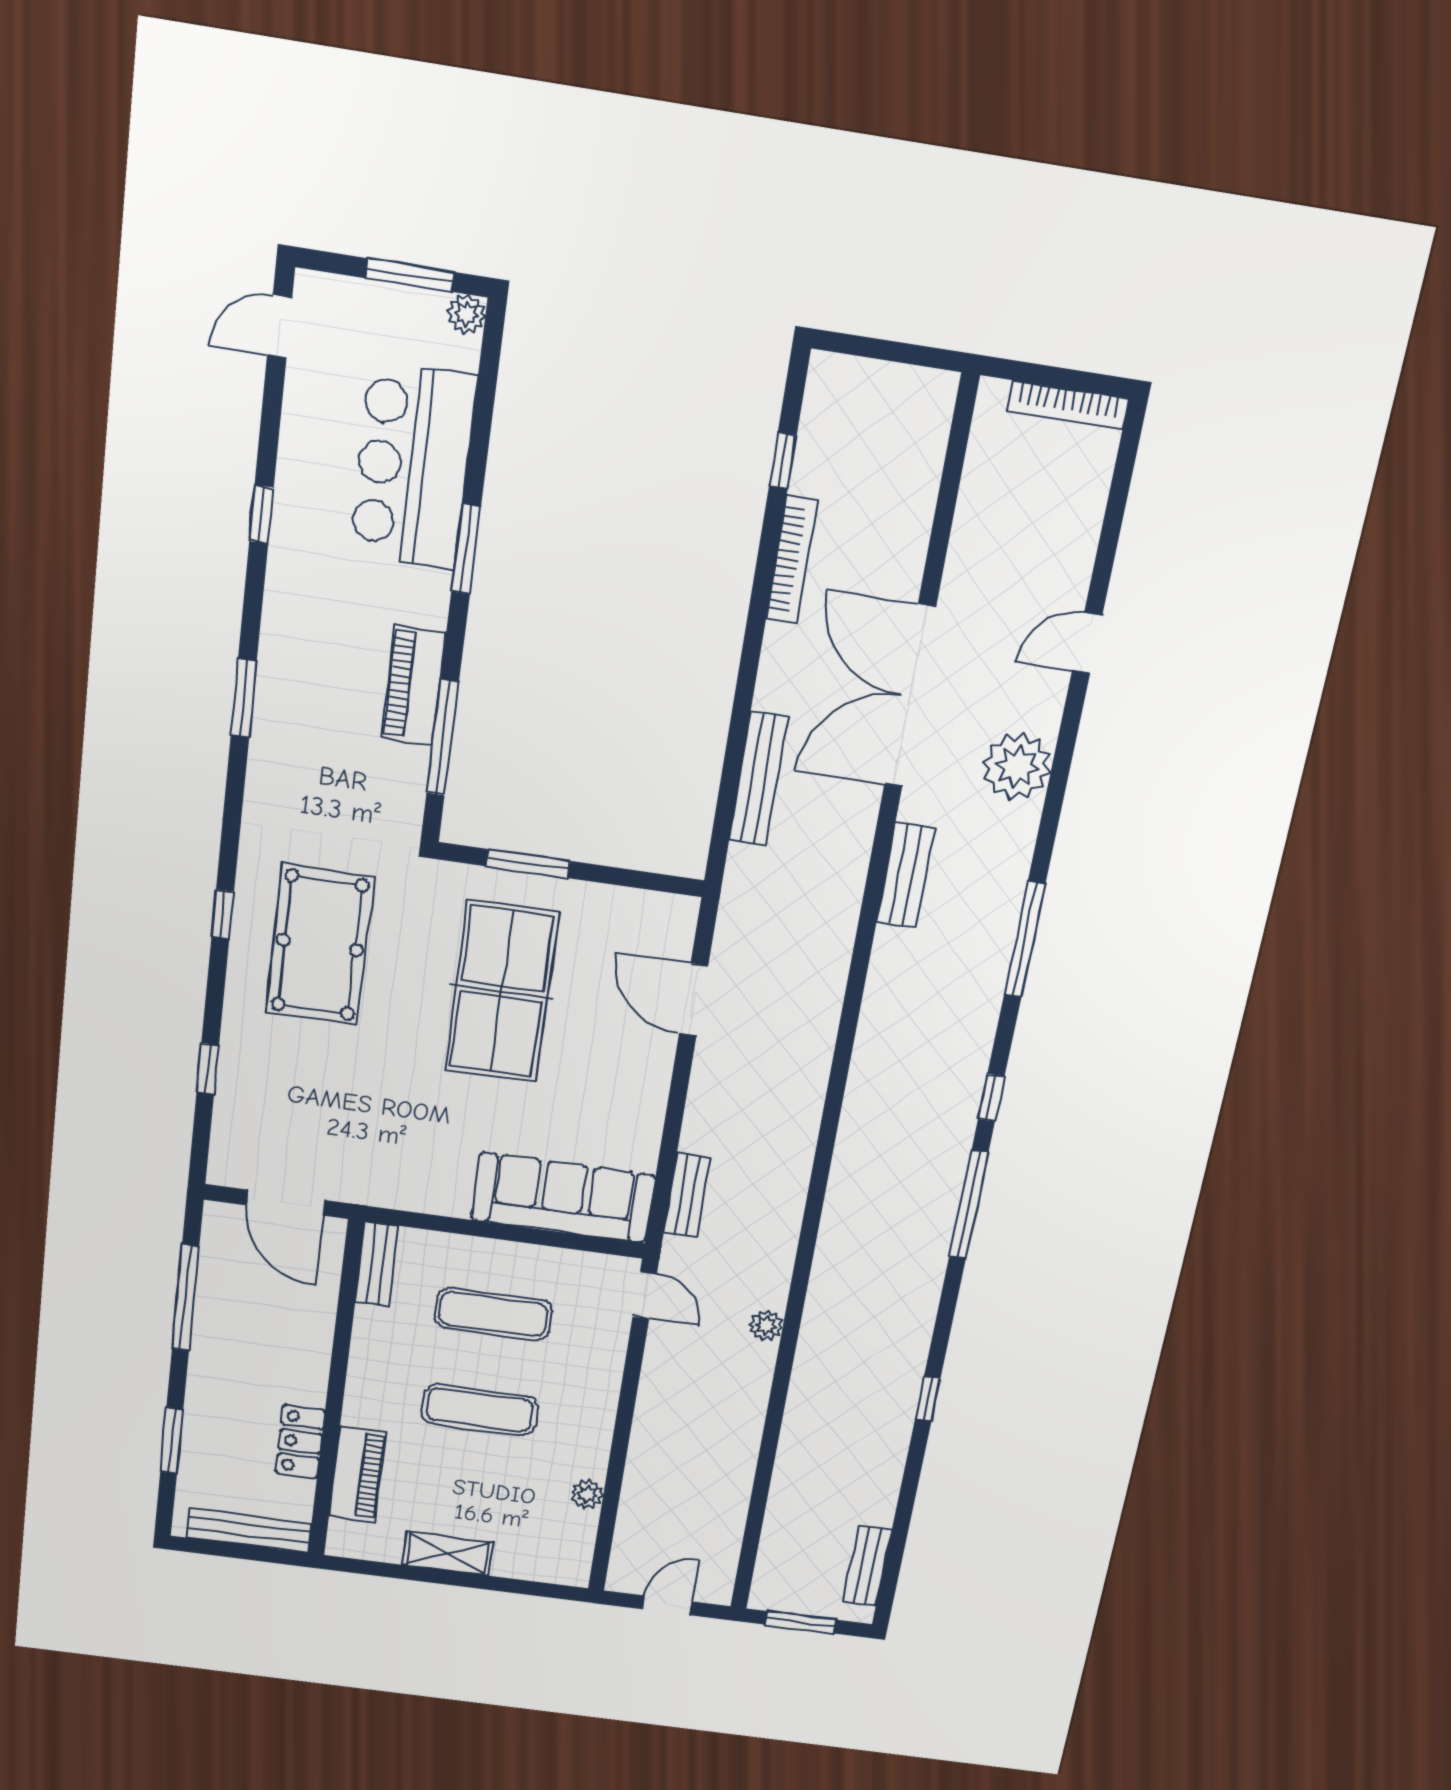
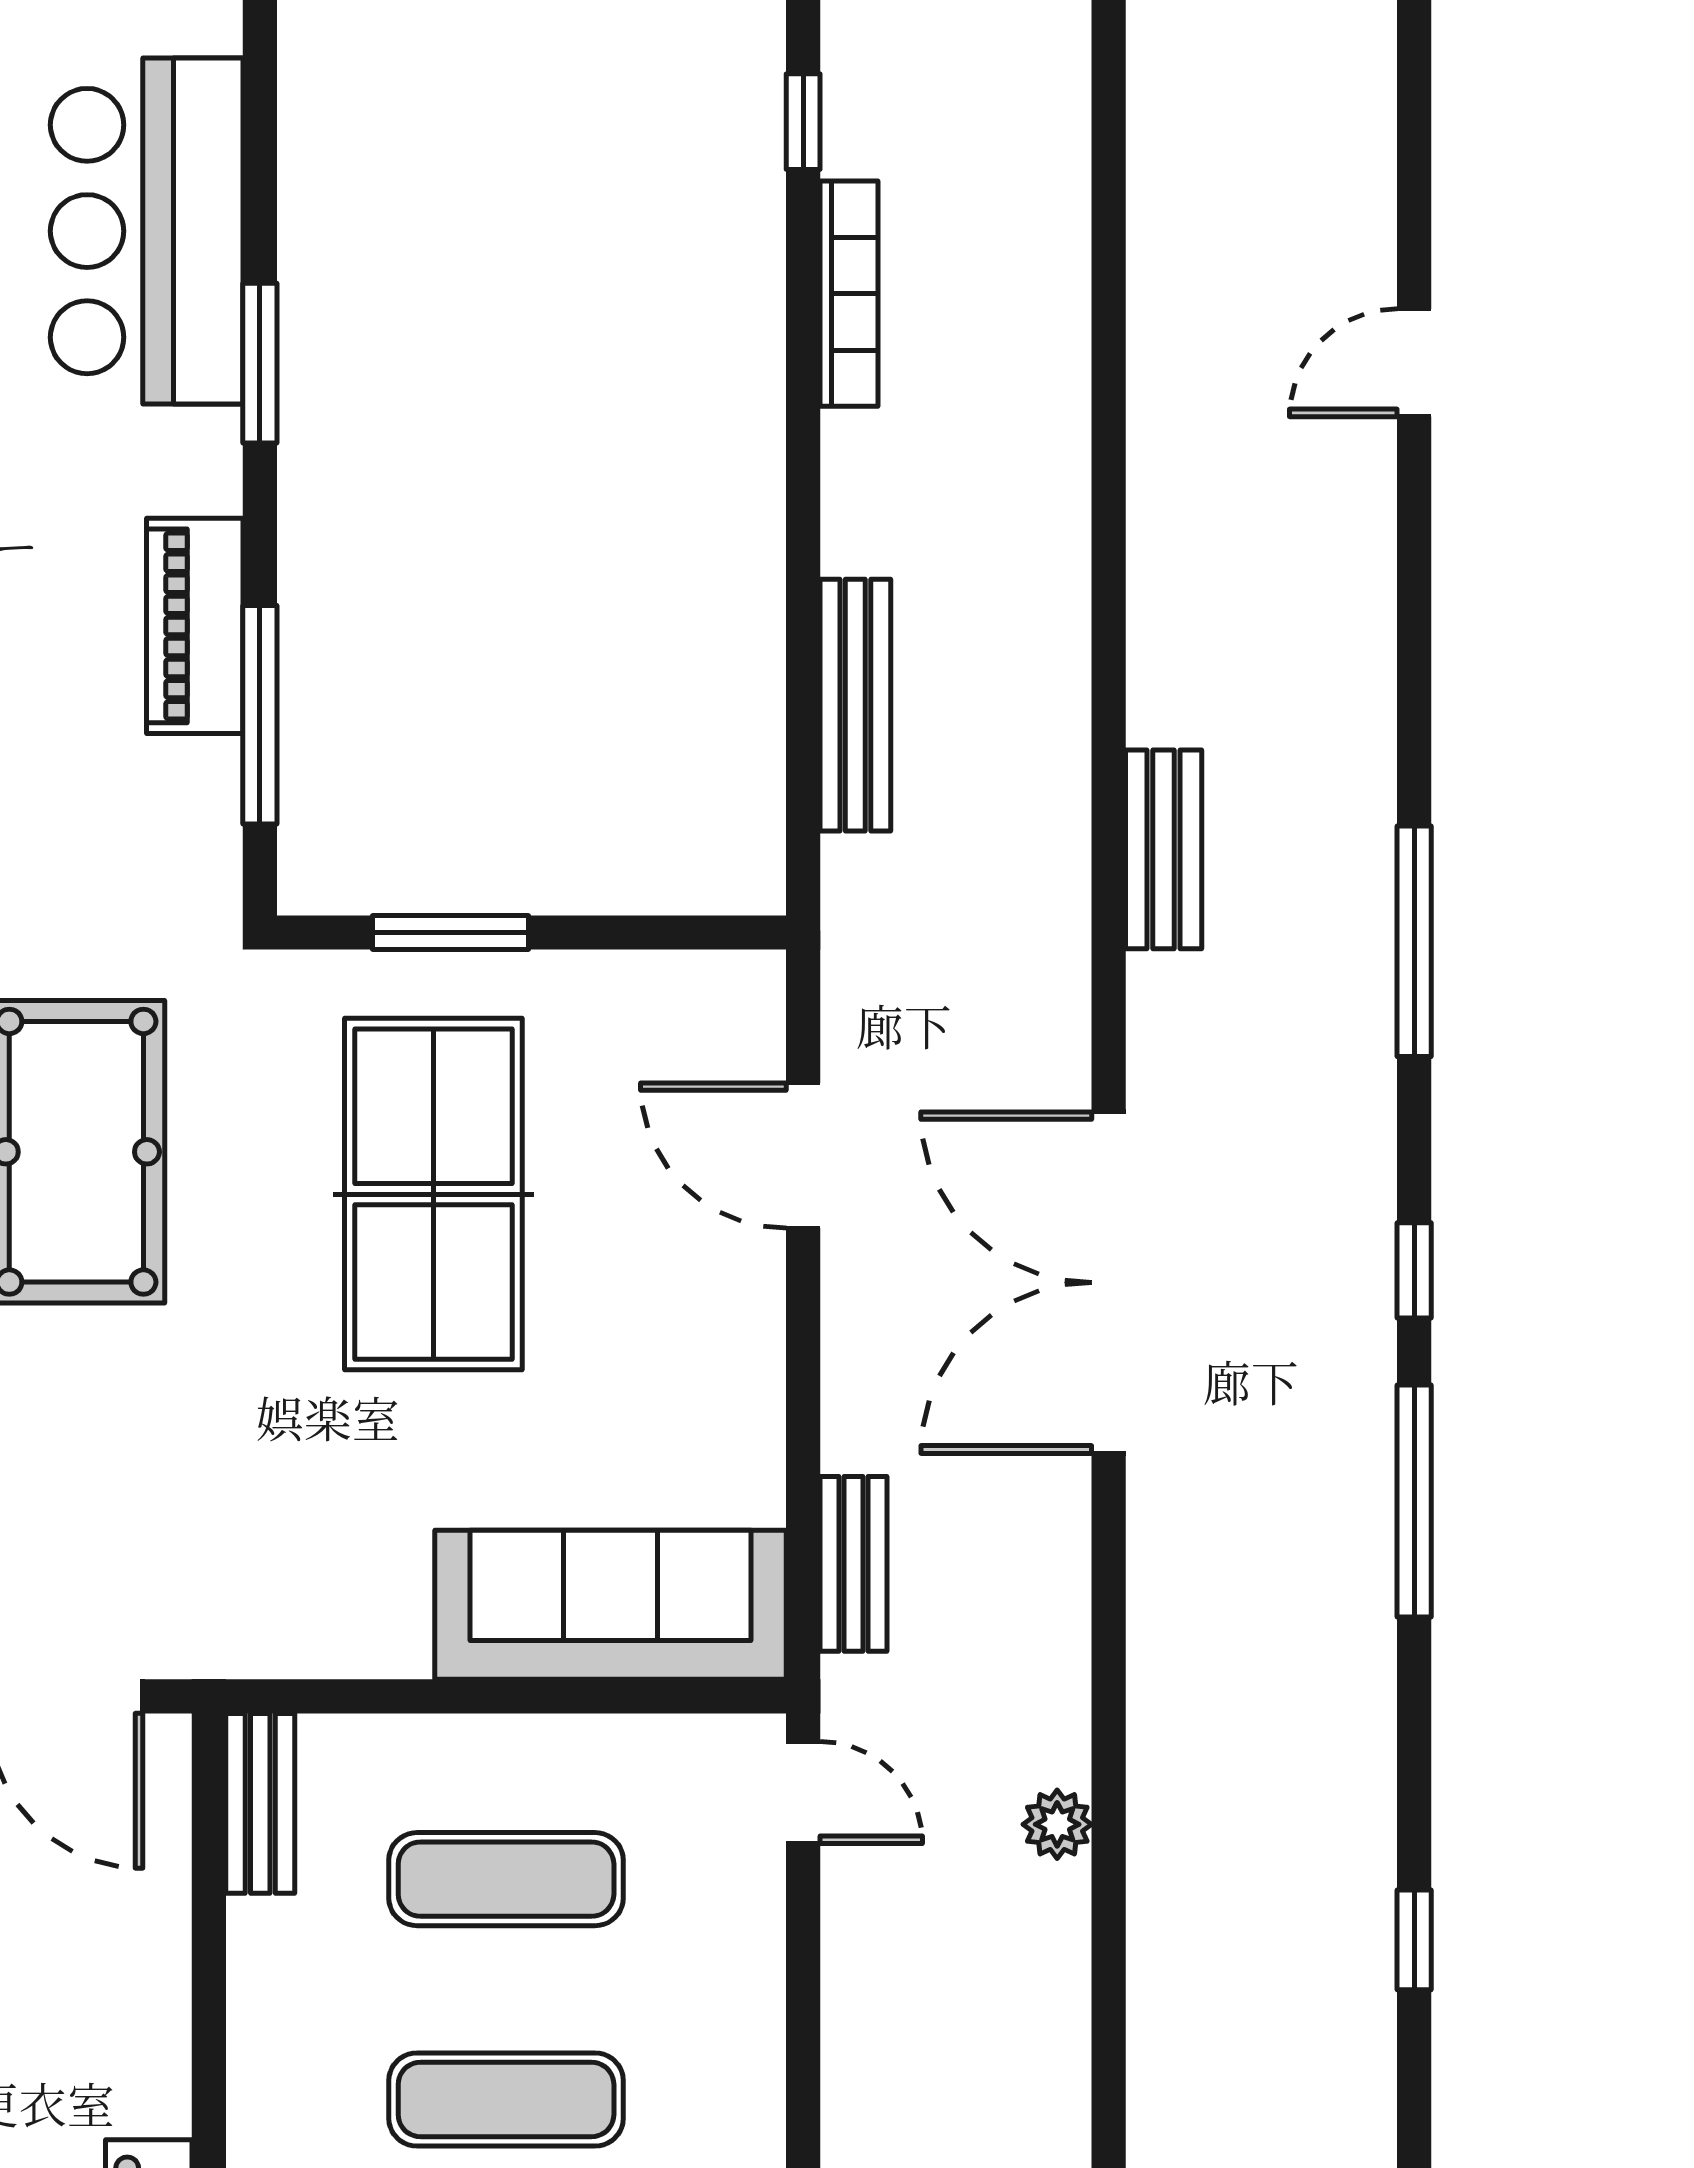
double door: (910, 696) -> (1109, 1283), moved
plant: (1017, 767) -> (1332, 611), removed

